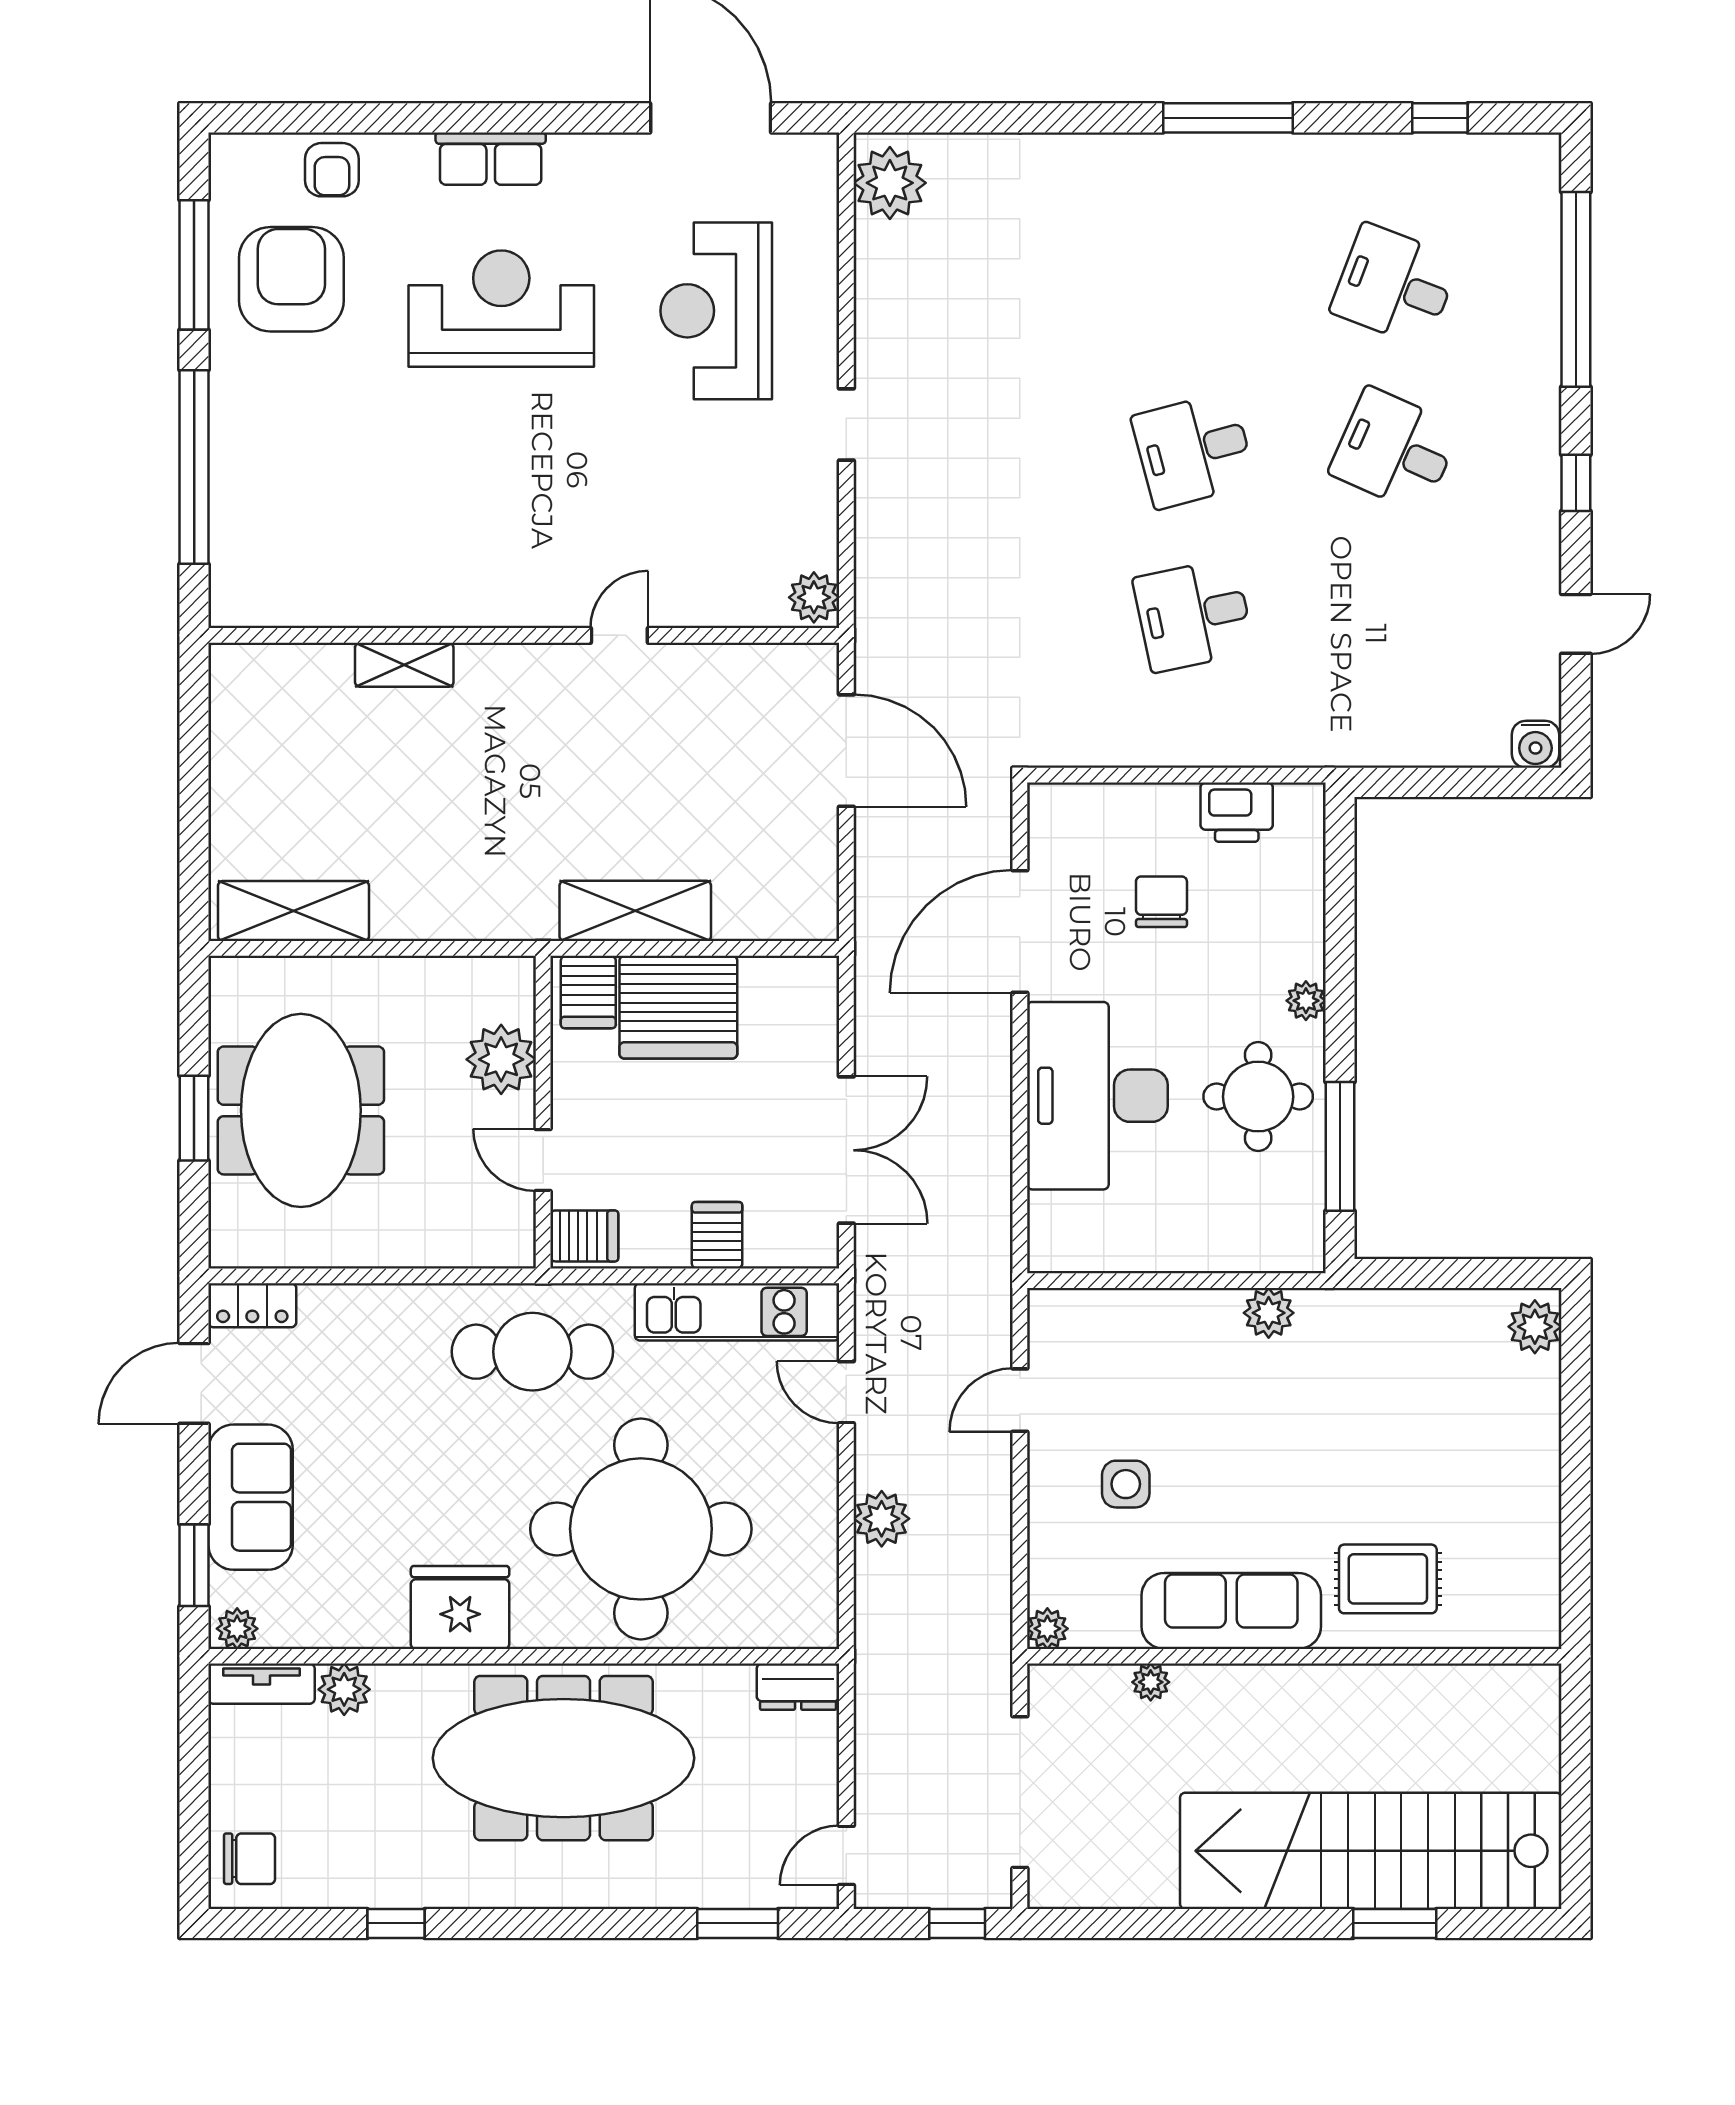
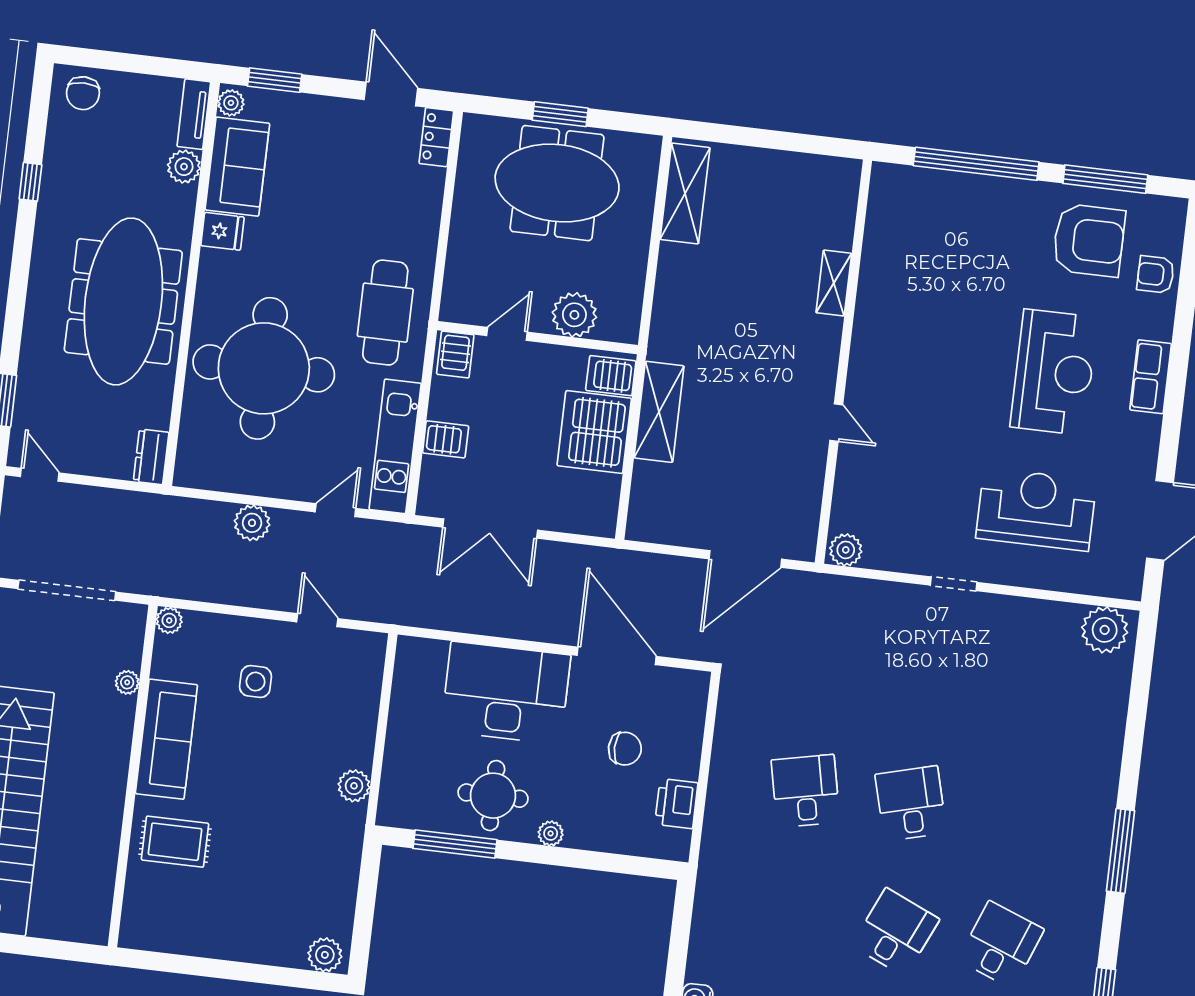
sofa: (251, 1497) -> (237, 167), moved, turned -90
rug: (1388, 1579) -> (175, 842), turned 90
fridge: (460, 1607) -> (222, 231), width x0.53, depth x0.75

